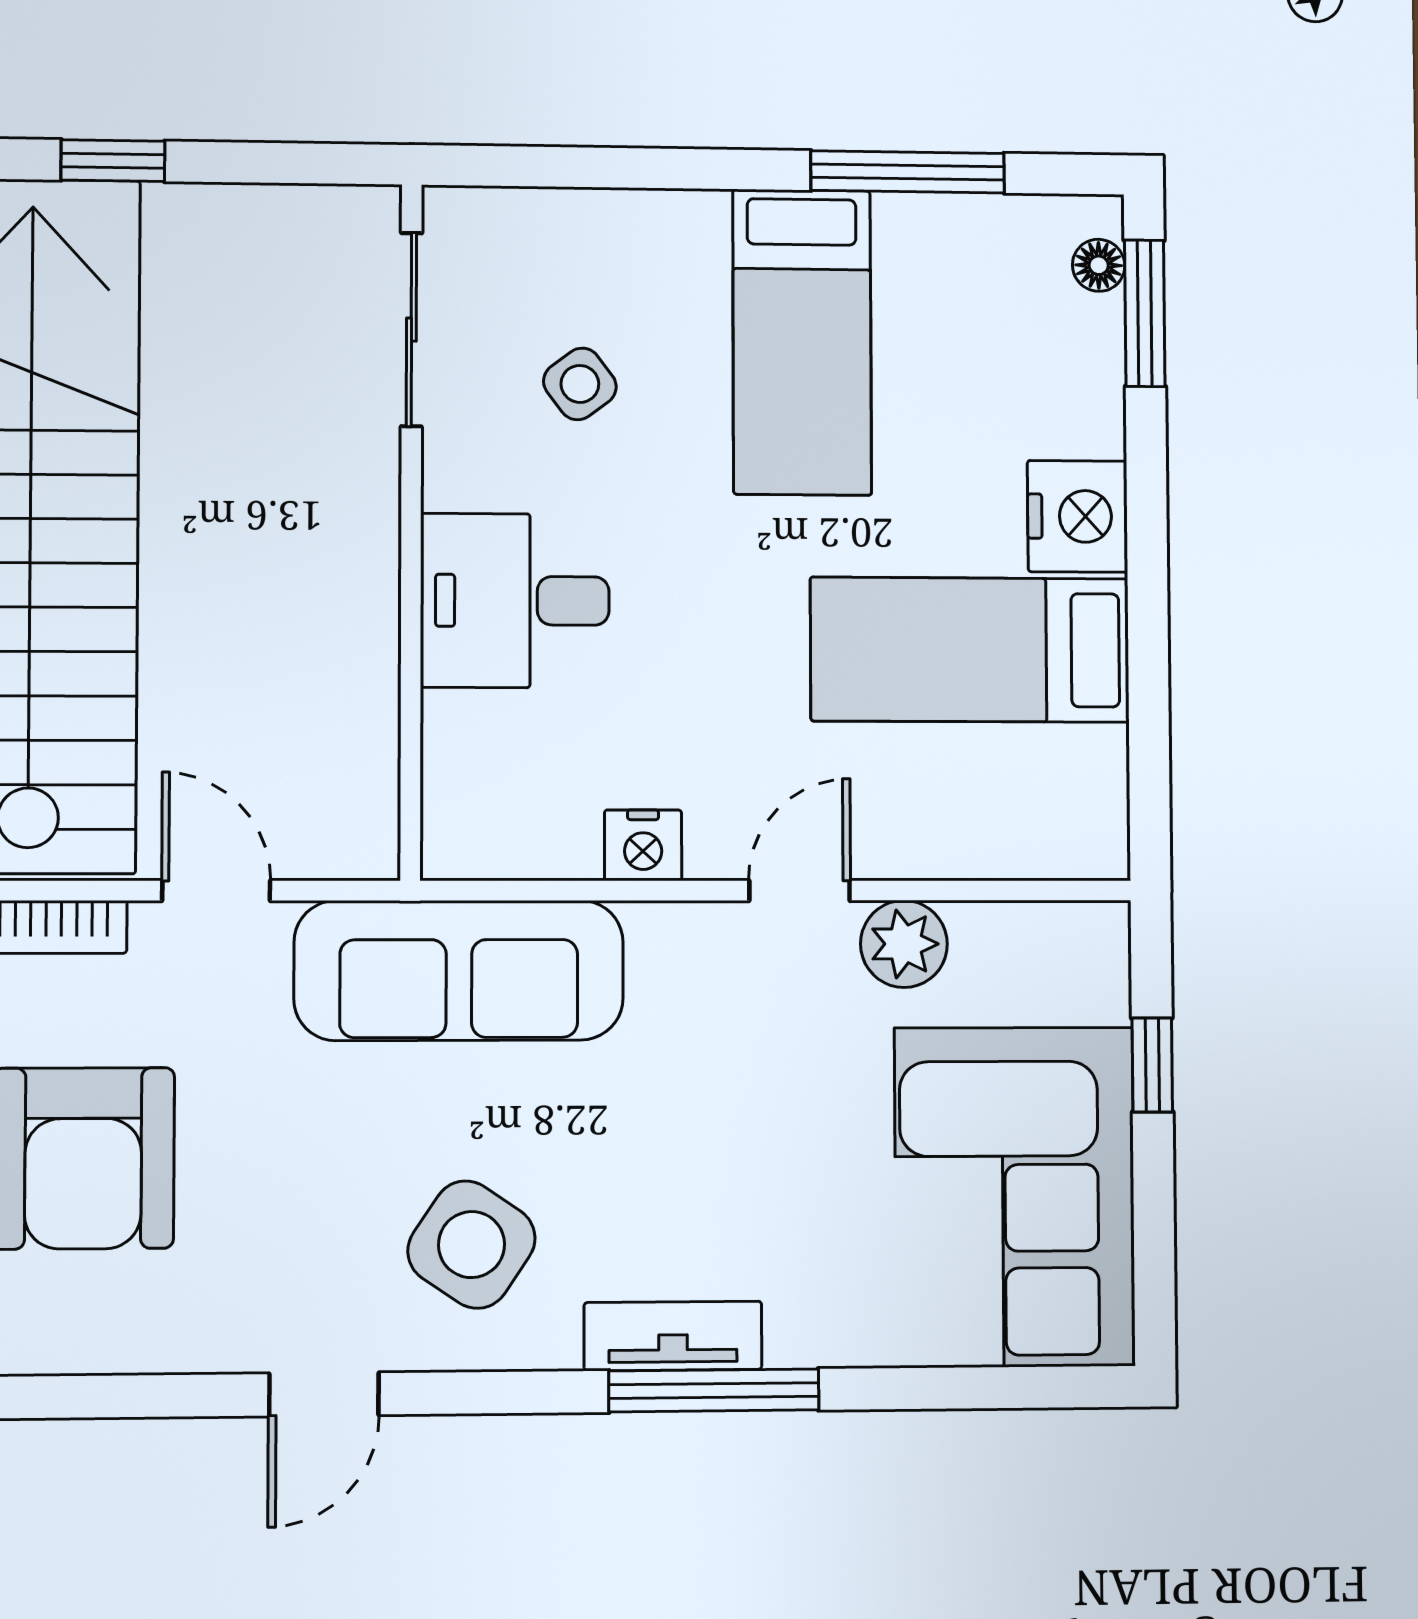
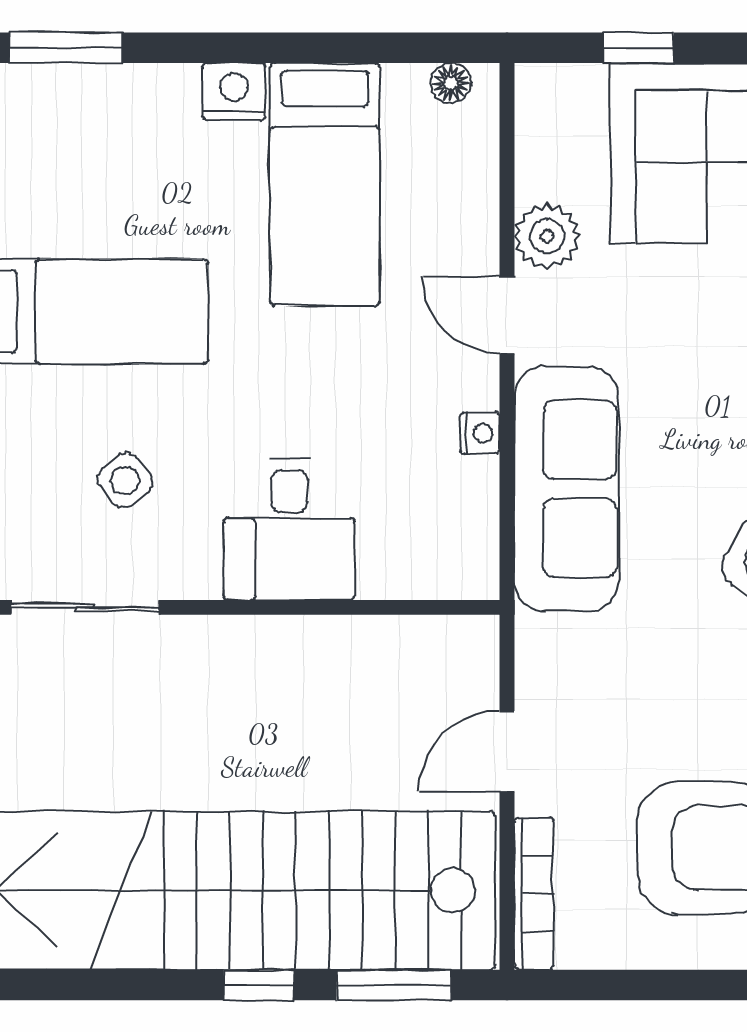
floor lamp: (1099, 265) -> (451, 83), moved
nightstand: (1078, 516) -> (234, 92), width x0.74, depth x0.75
nightstand: (643, 845) -> (480, 433), width x0.72, depth x0.74
sofa: (459, 970) -> (566, 489), moved

